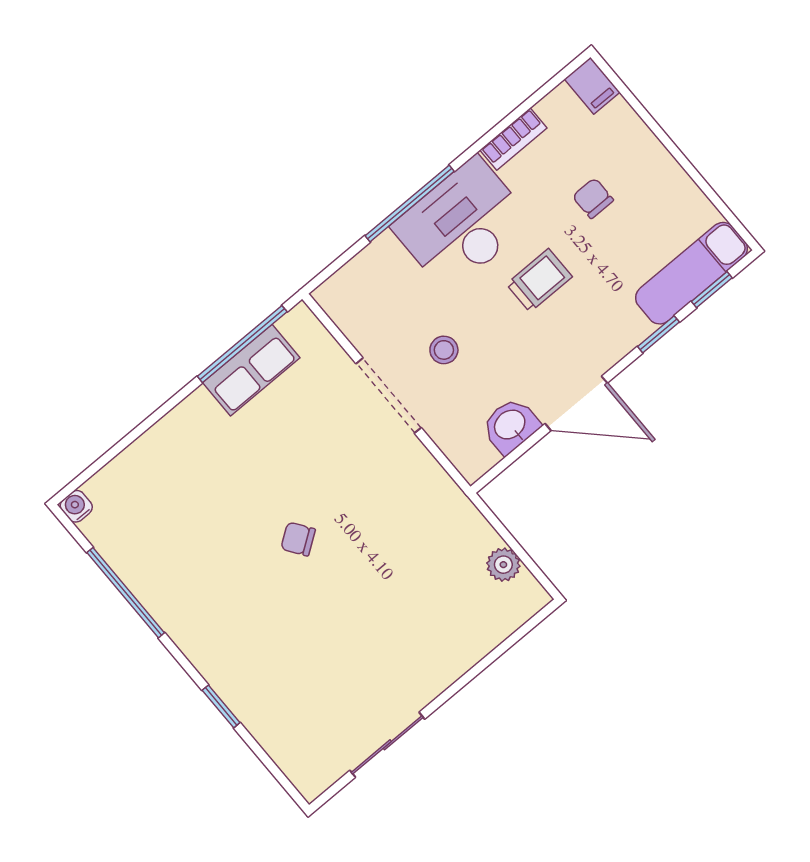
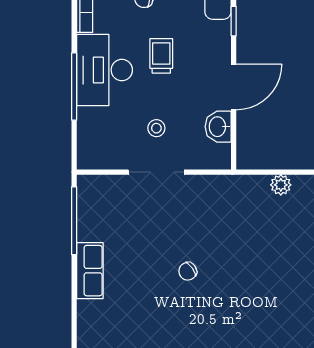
row of seats: (251, 370) -> (90, 271), moved

